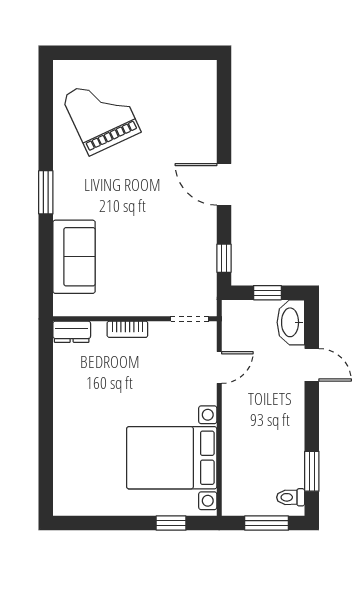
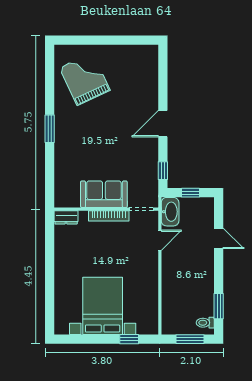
door: (224, 184) -> (163, 124), hinge flipped
sofa: (74, 257) -> (104, 194), moved, turned -90
washbasin: (291, 322) -> (170, 212), moved, turned 180
bookcase: (127, 329) -> (109, 216), width x1.56
bed with nightstands: (172, 458) -> (103, 306), moved, turned 90

